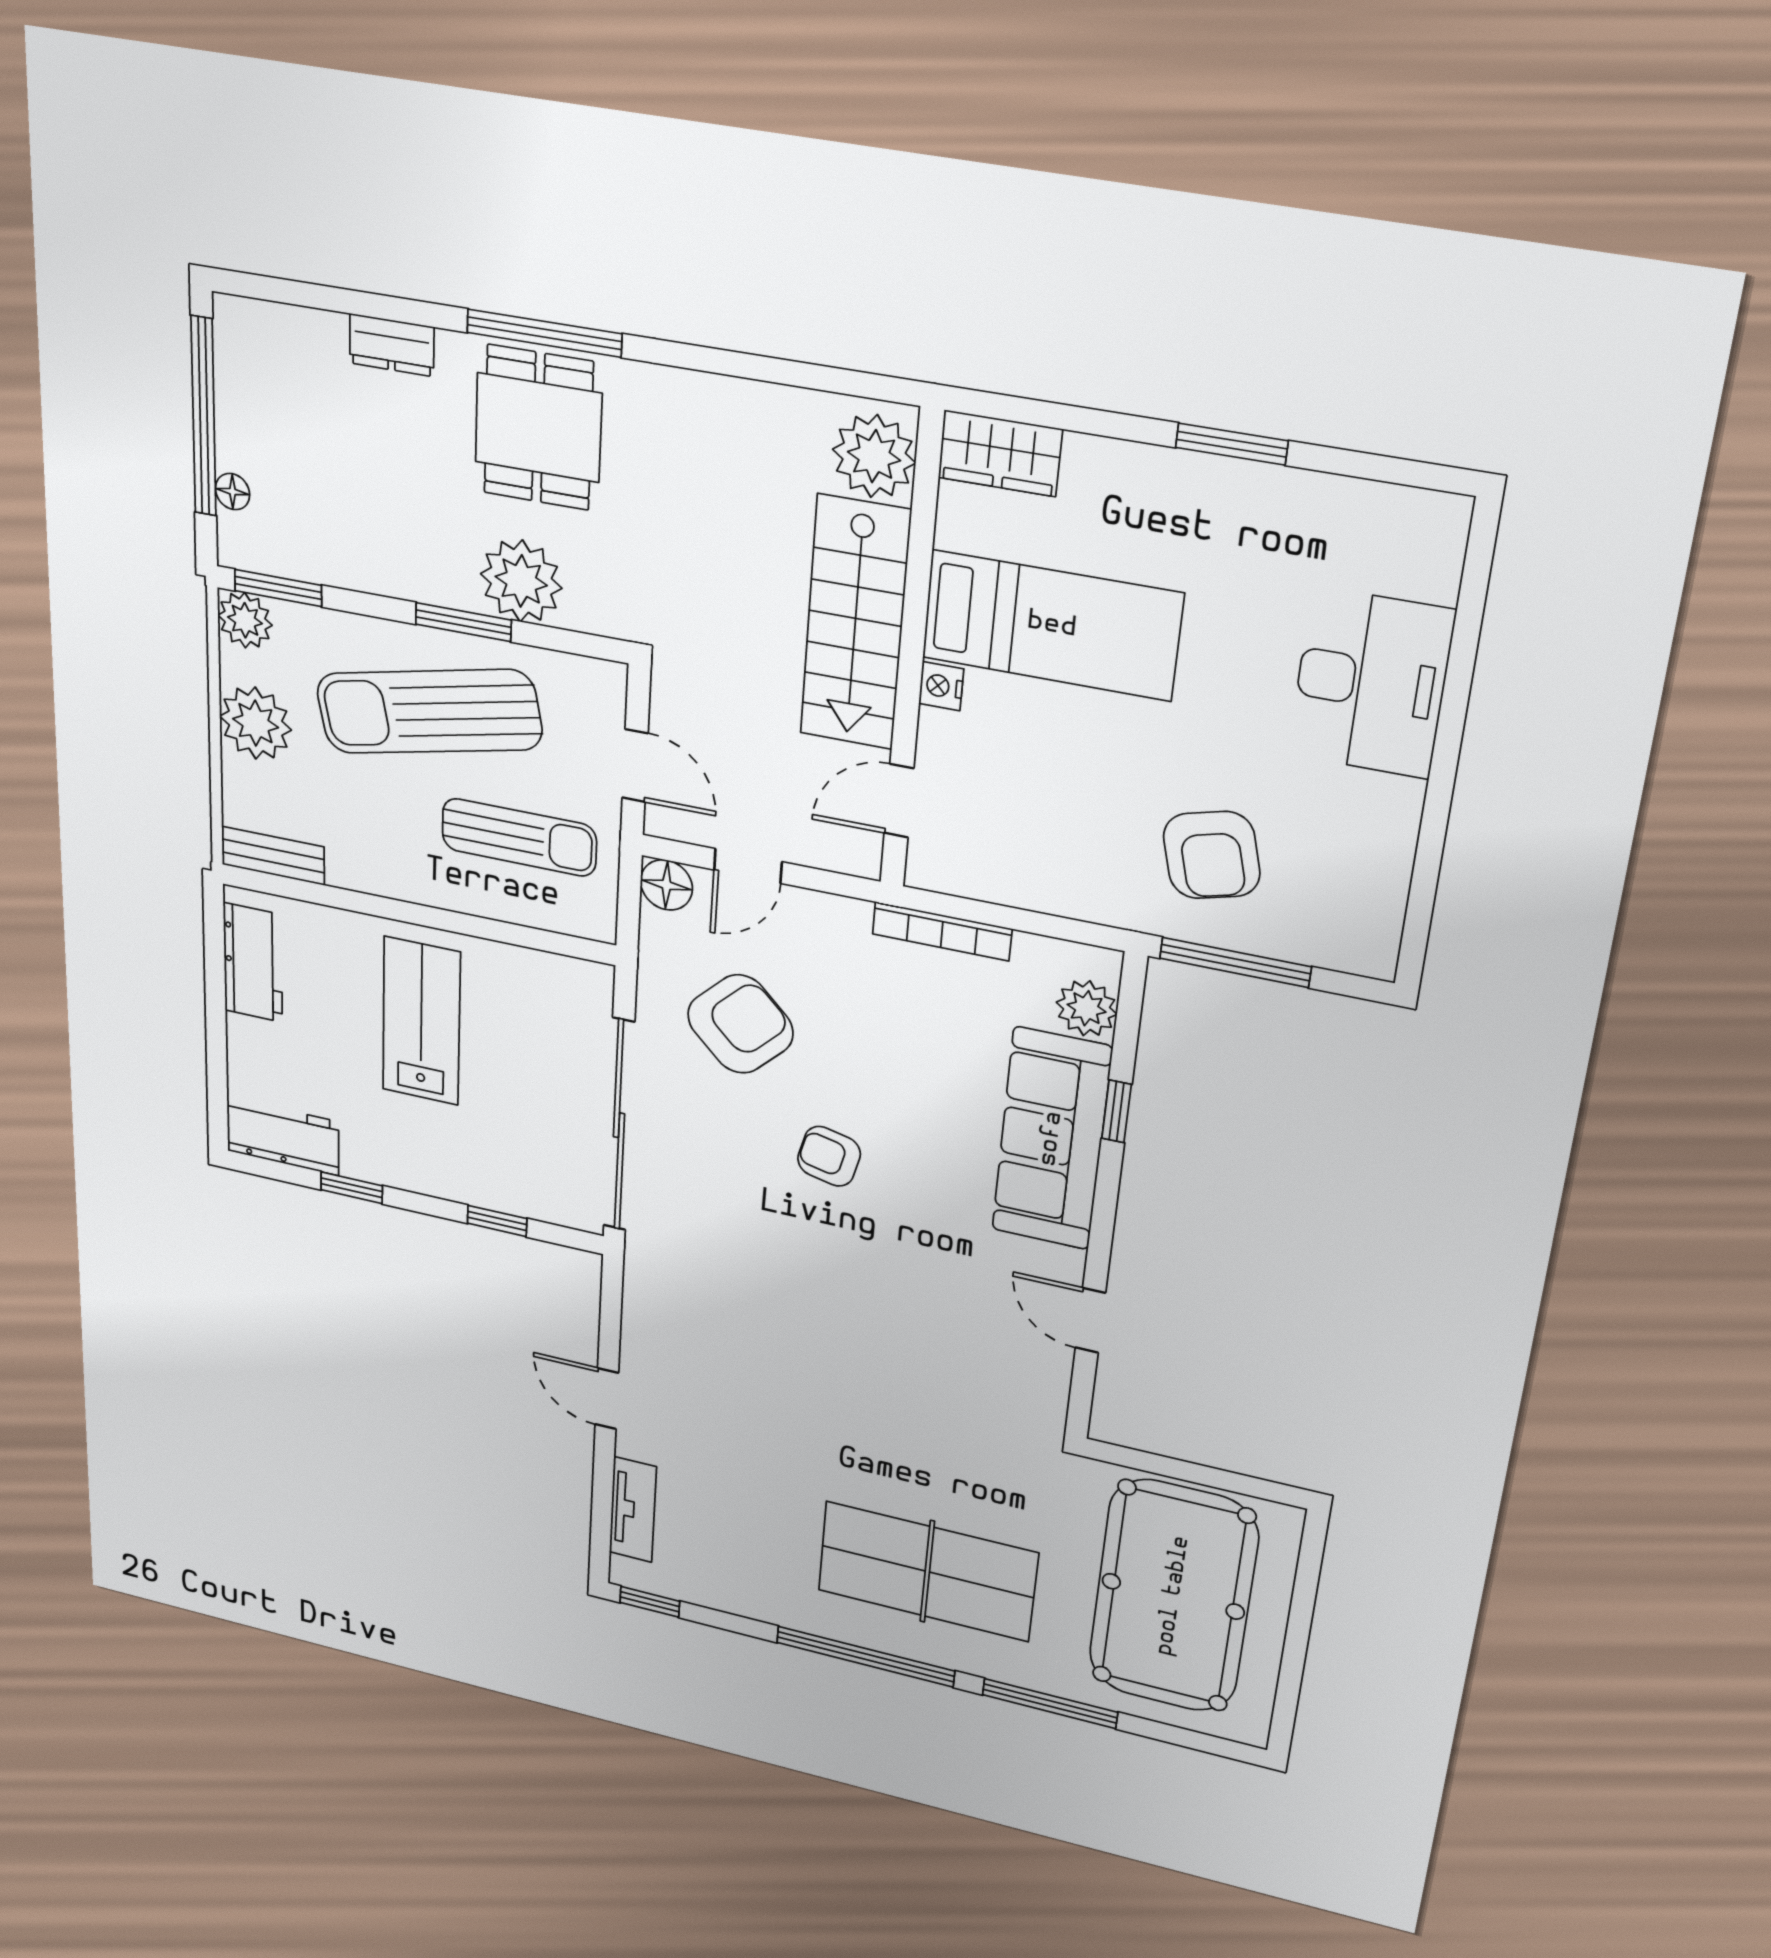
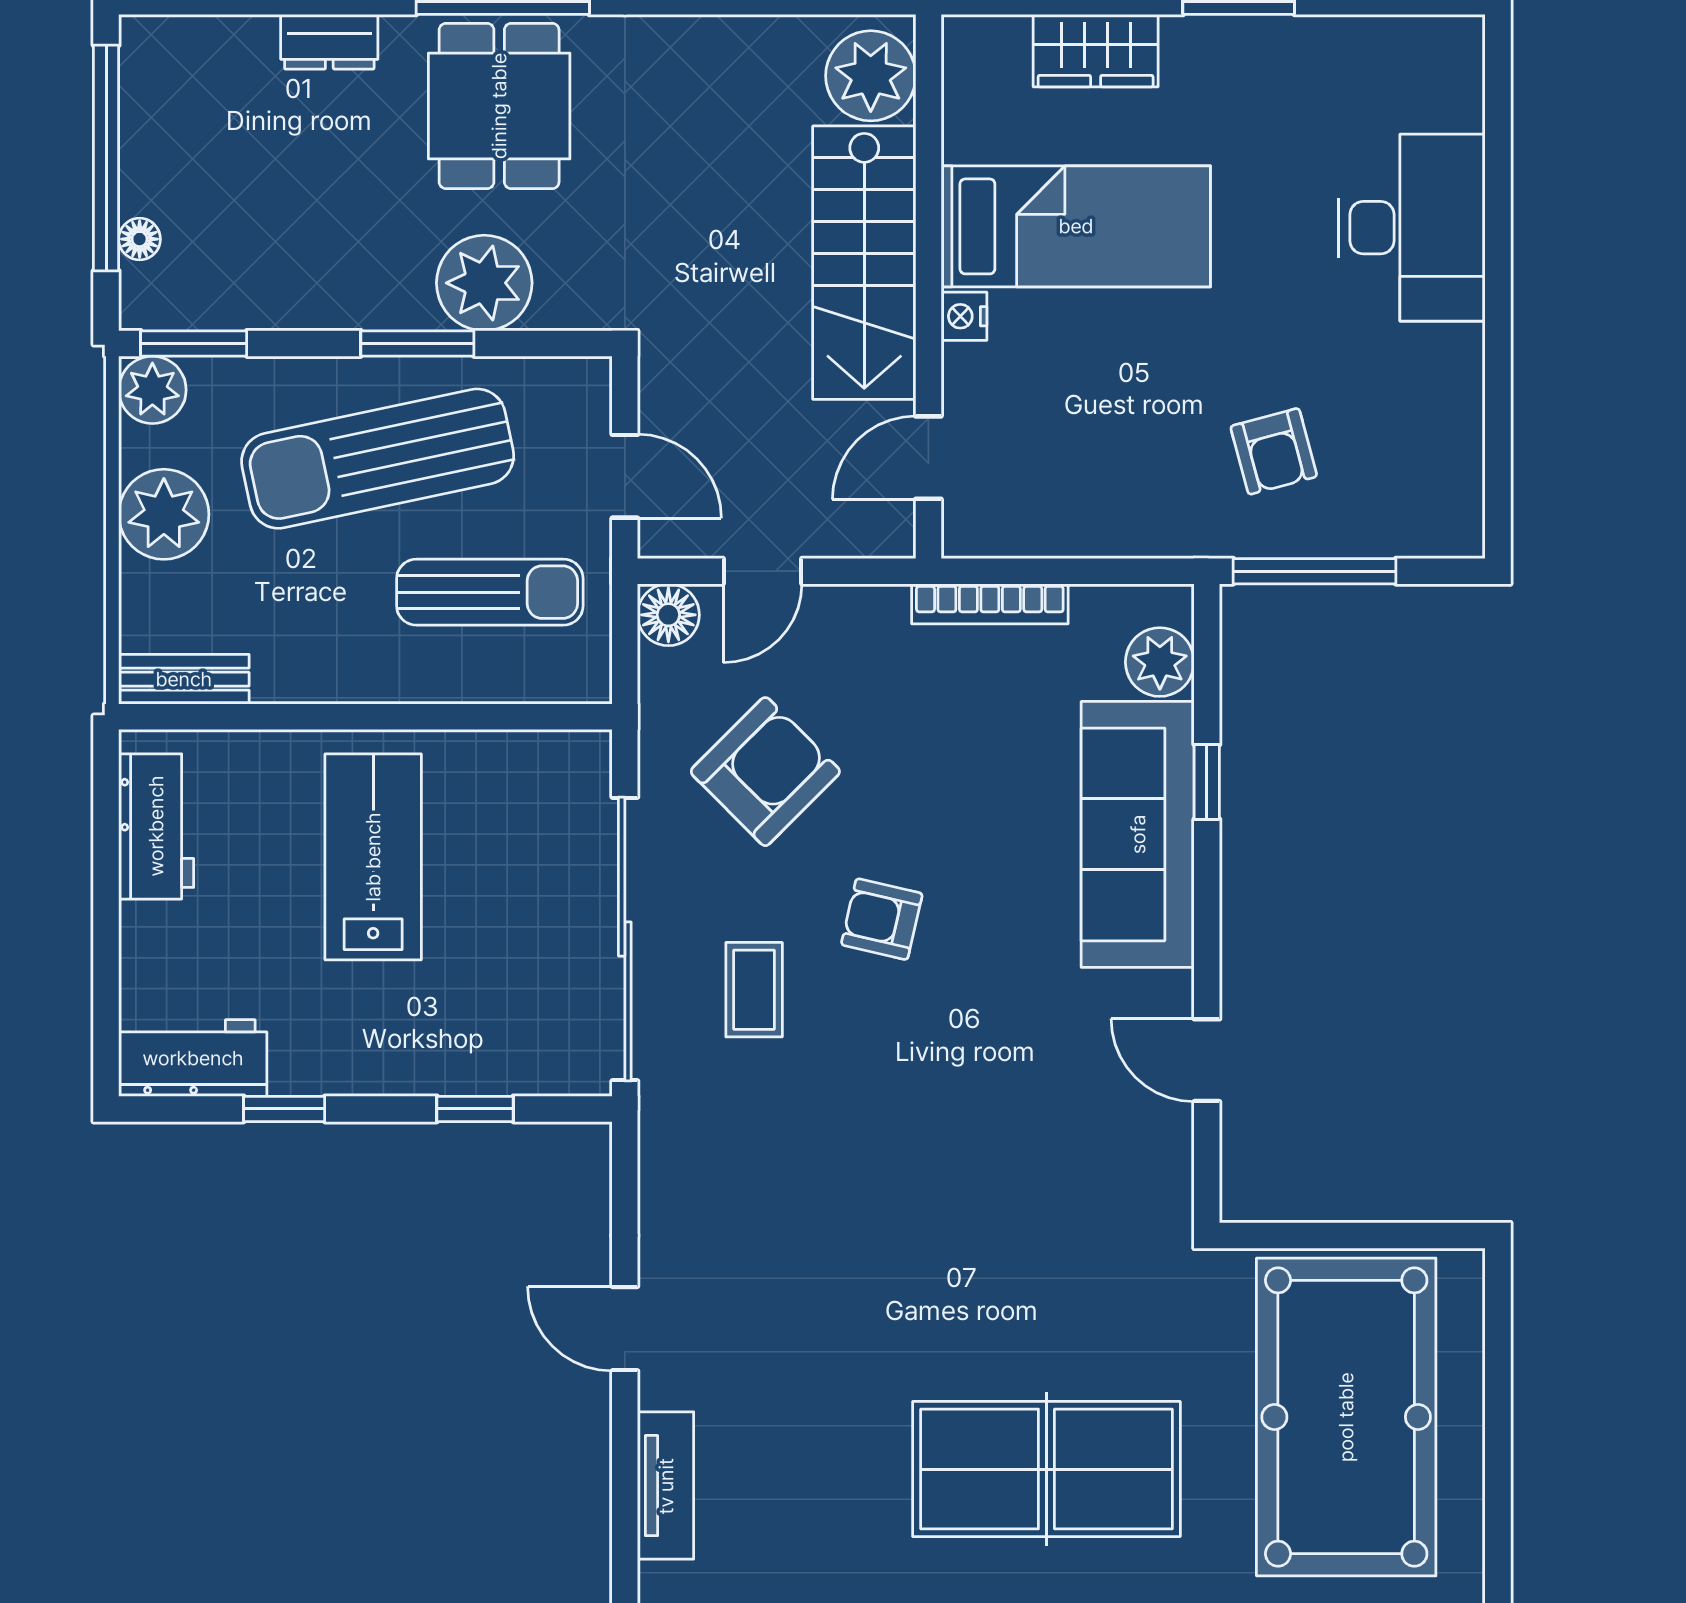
wardrobe: (1000, 453) -> (1096, 51), moved
armchair: (1212, 855) -> (1274, 451), width x0.72, depth x0.72
coffee table: (721, 1185) -> (754, 990), added

